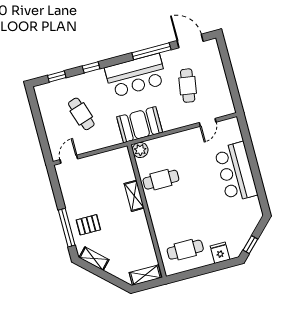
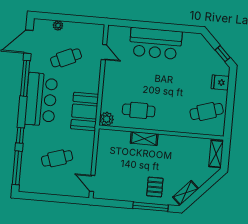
plant: (218, 65) -> (58, 25), added
window: (57, 76) -> (17, 168), width x2.17
cafe table: (188, 86) -> (66, 58), turned -33
cafe table: (161, 180) -> (139, 110), turned 90
cafe table: (185, 250) -> (207, 111), turned 73

